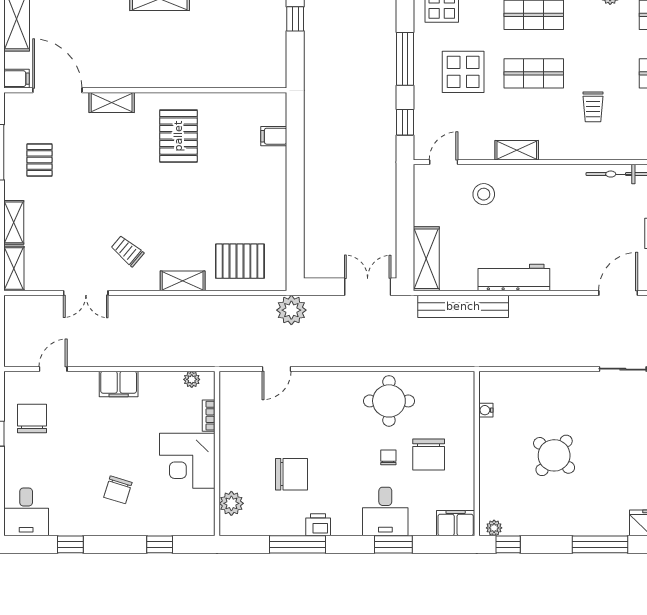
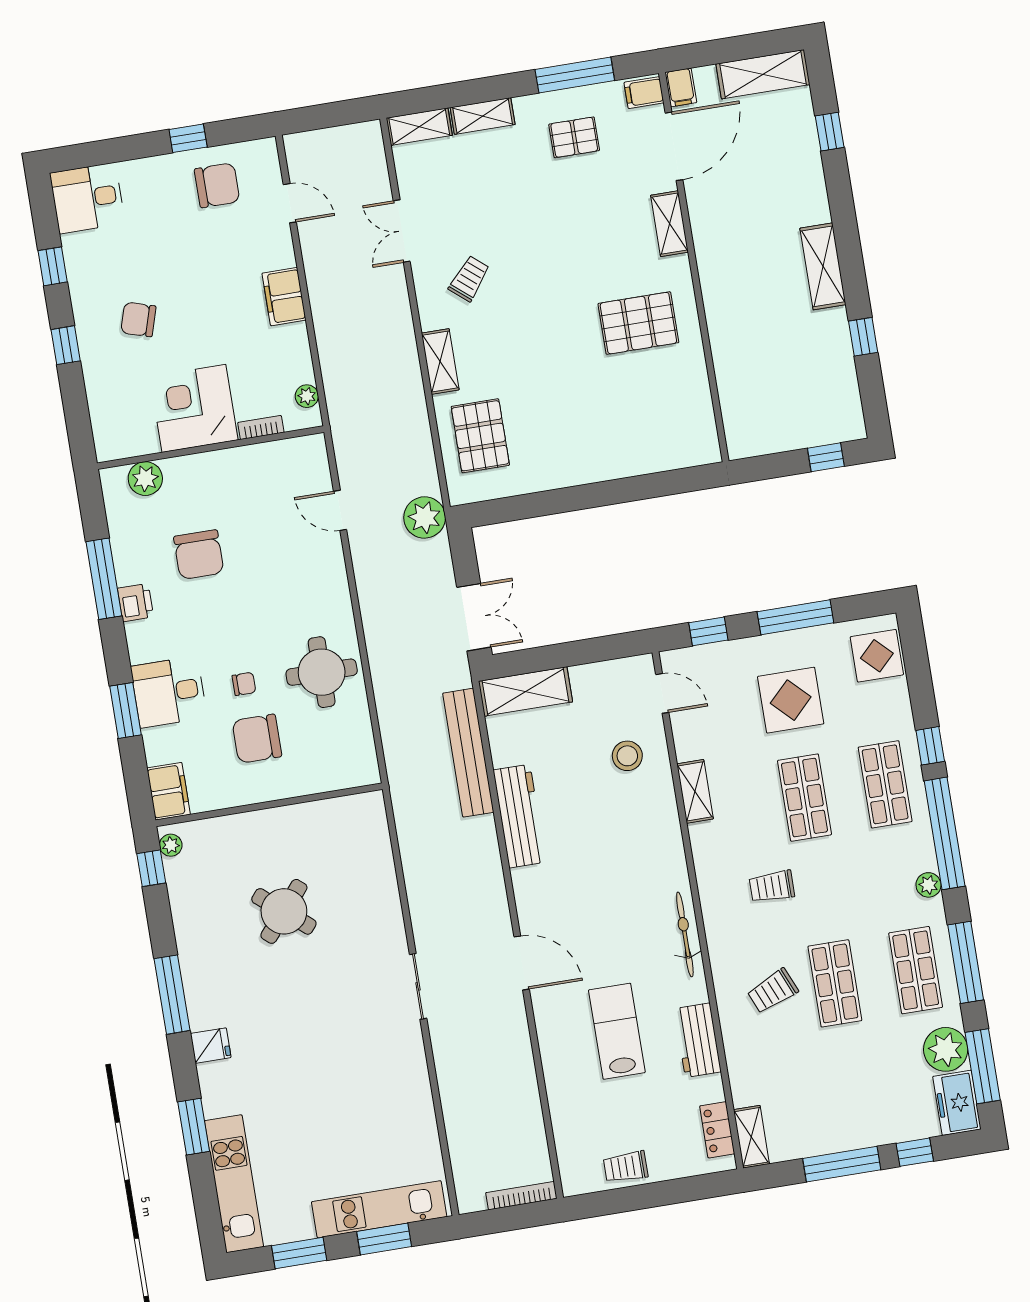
filing cabinet: (274, 136) -> (644, 93), moved, turned -90
water cooler: (486, 410) -> (331, 808), removed
window: (160, 544) -> (66, 345), moved

